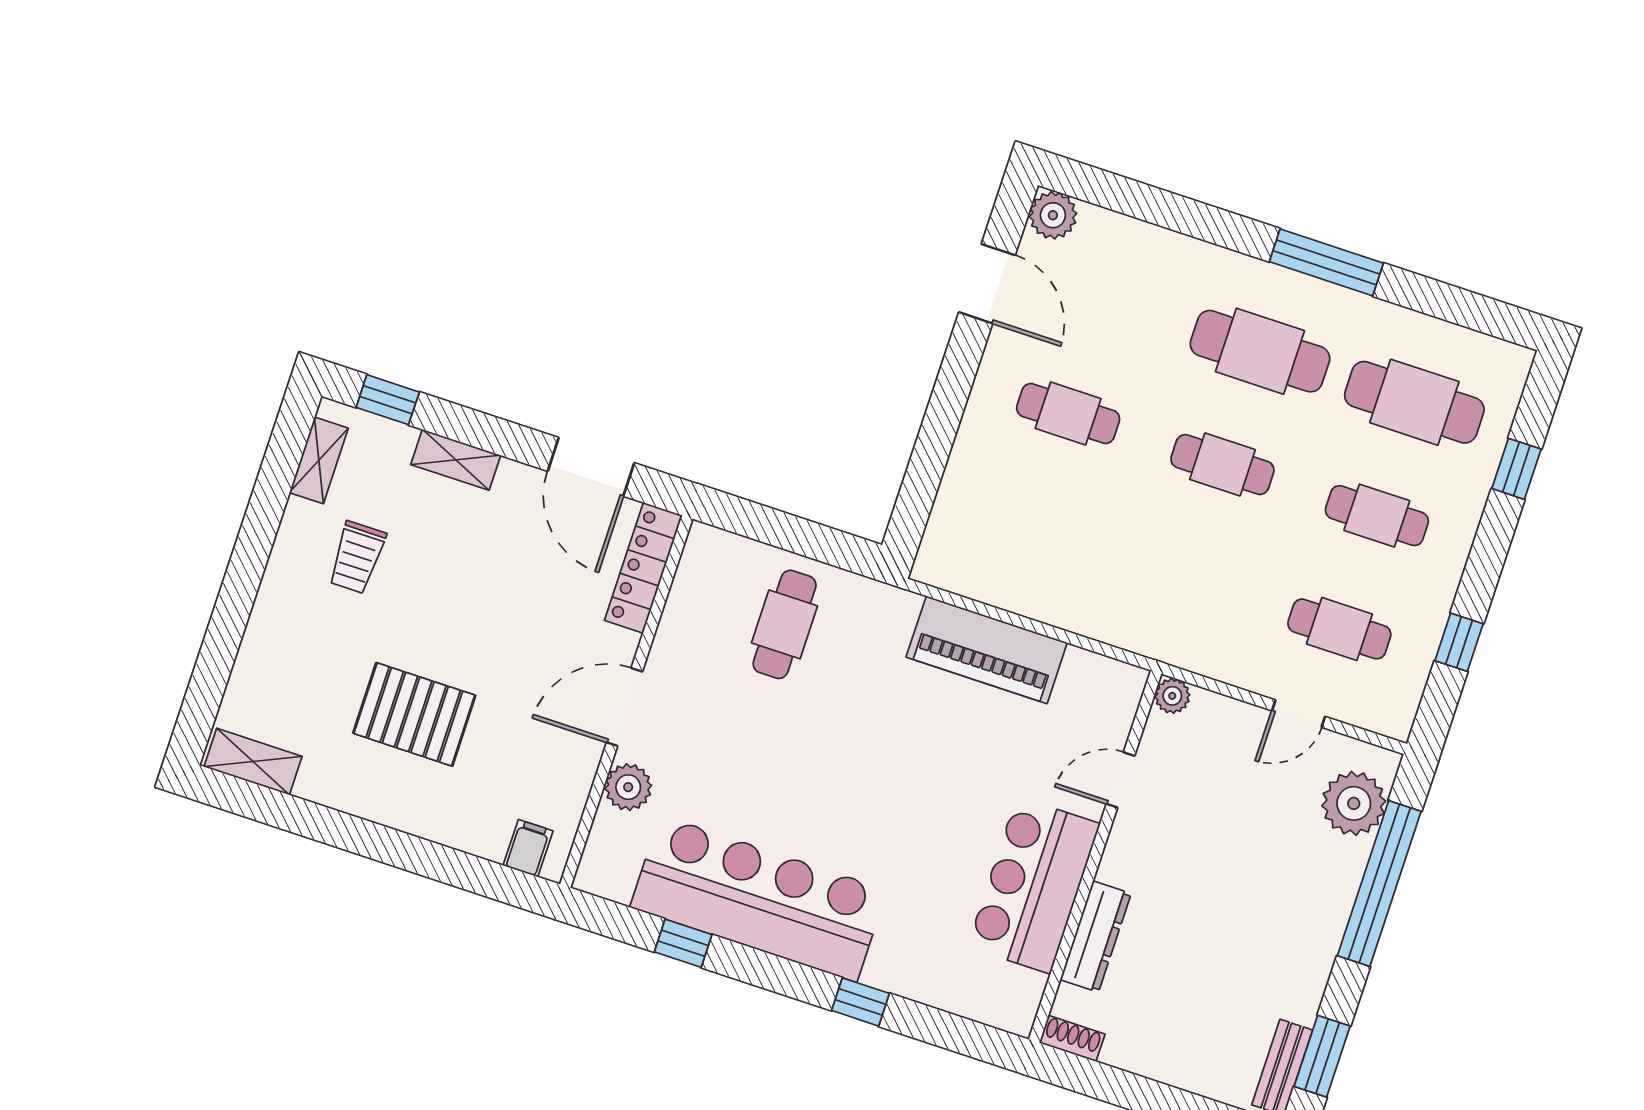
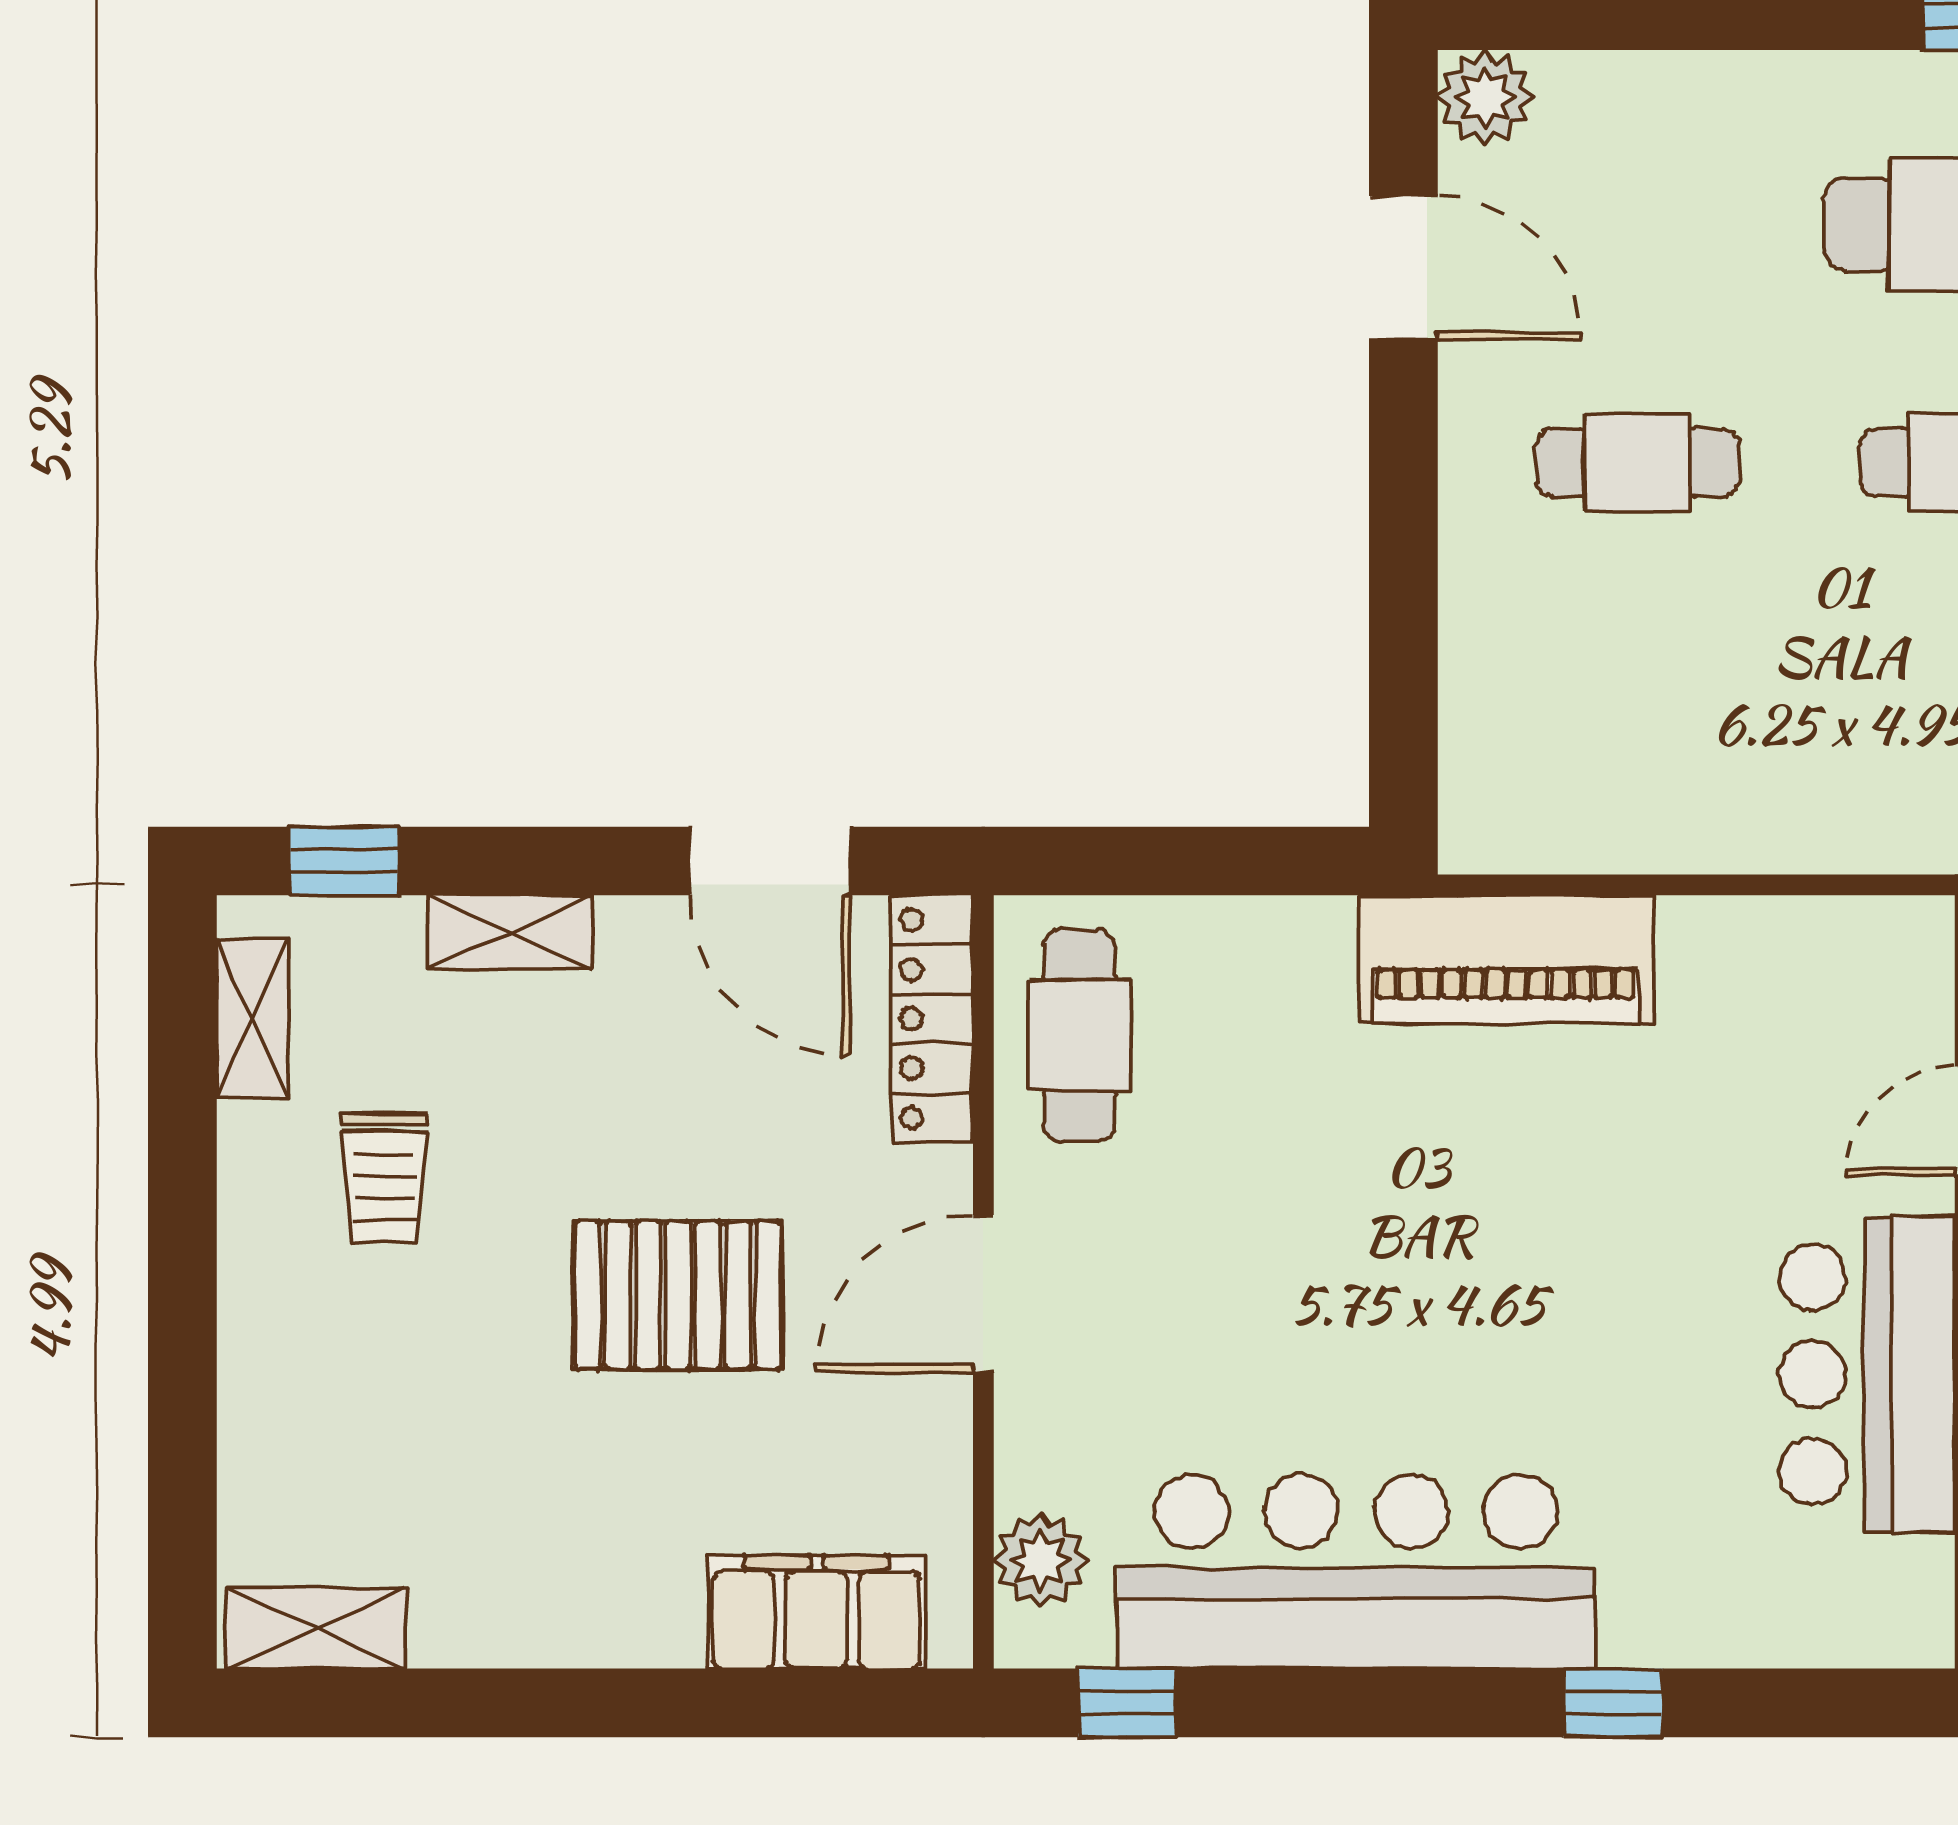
cafe table: (785, 624) -> (1079, 1035), moved
piano: (987, 650) -> (1506, 959), moved
pallet: (414, 714) -> (678, 1295), moved
plant: (628, 787) -> (1040, 1560), moved
filing cabinet: (528, 848) -> (816, 1612), width x3.00, depth x1.17
window: (683, 943) -> (1127, 1703), moved

